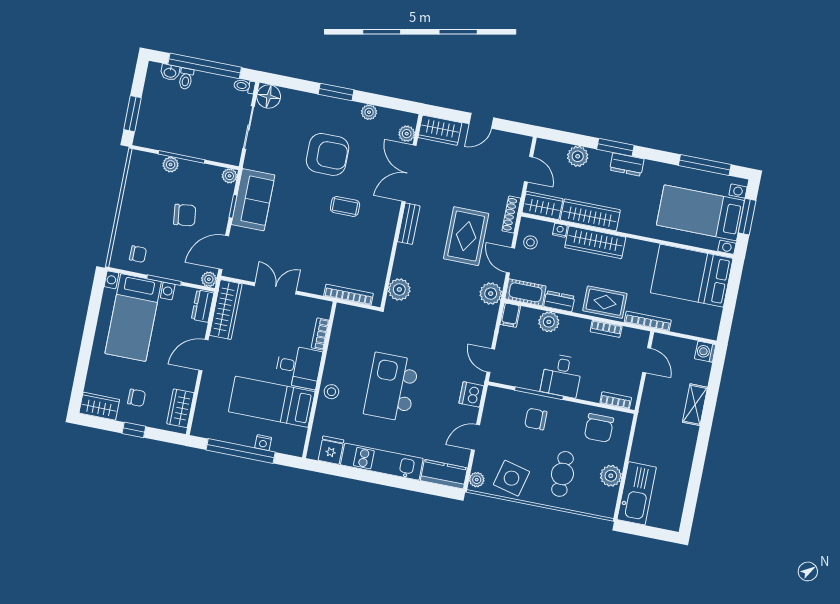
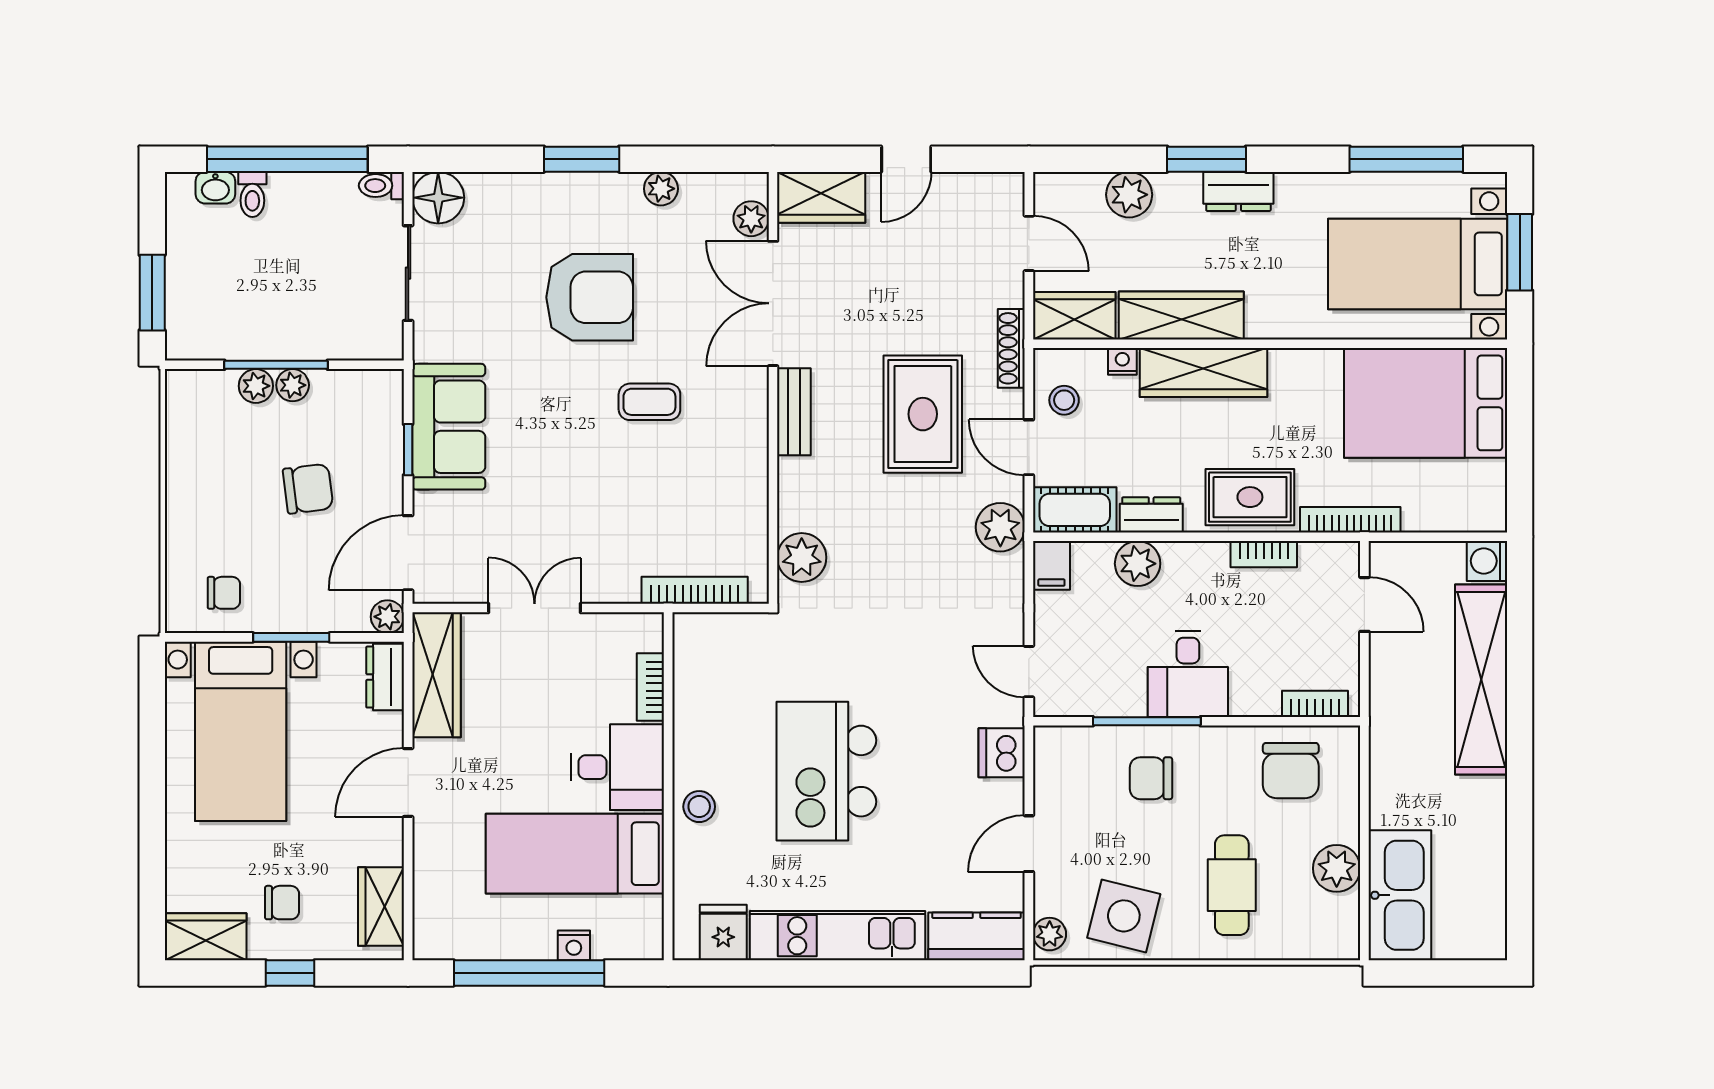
plant: (229, 176) -> (293, 385), moved
shelving: (695, 405) -> (1481, 680), width x2.20, depth x1.33

